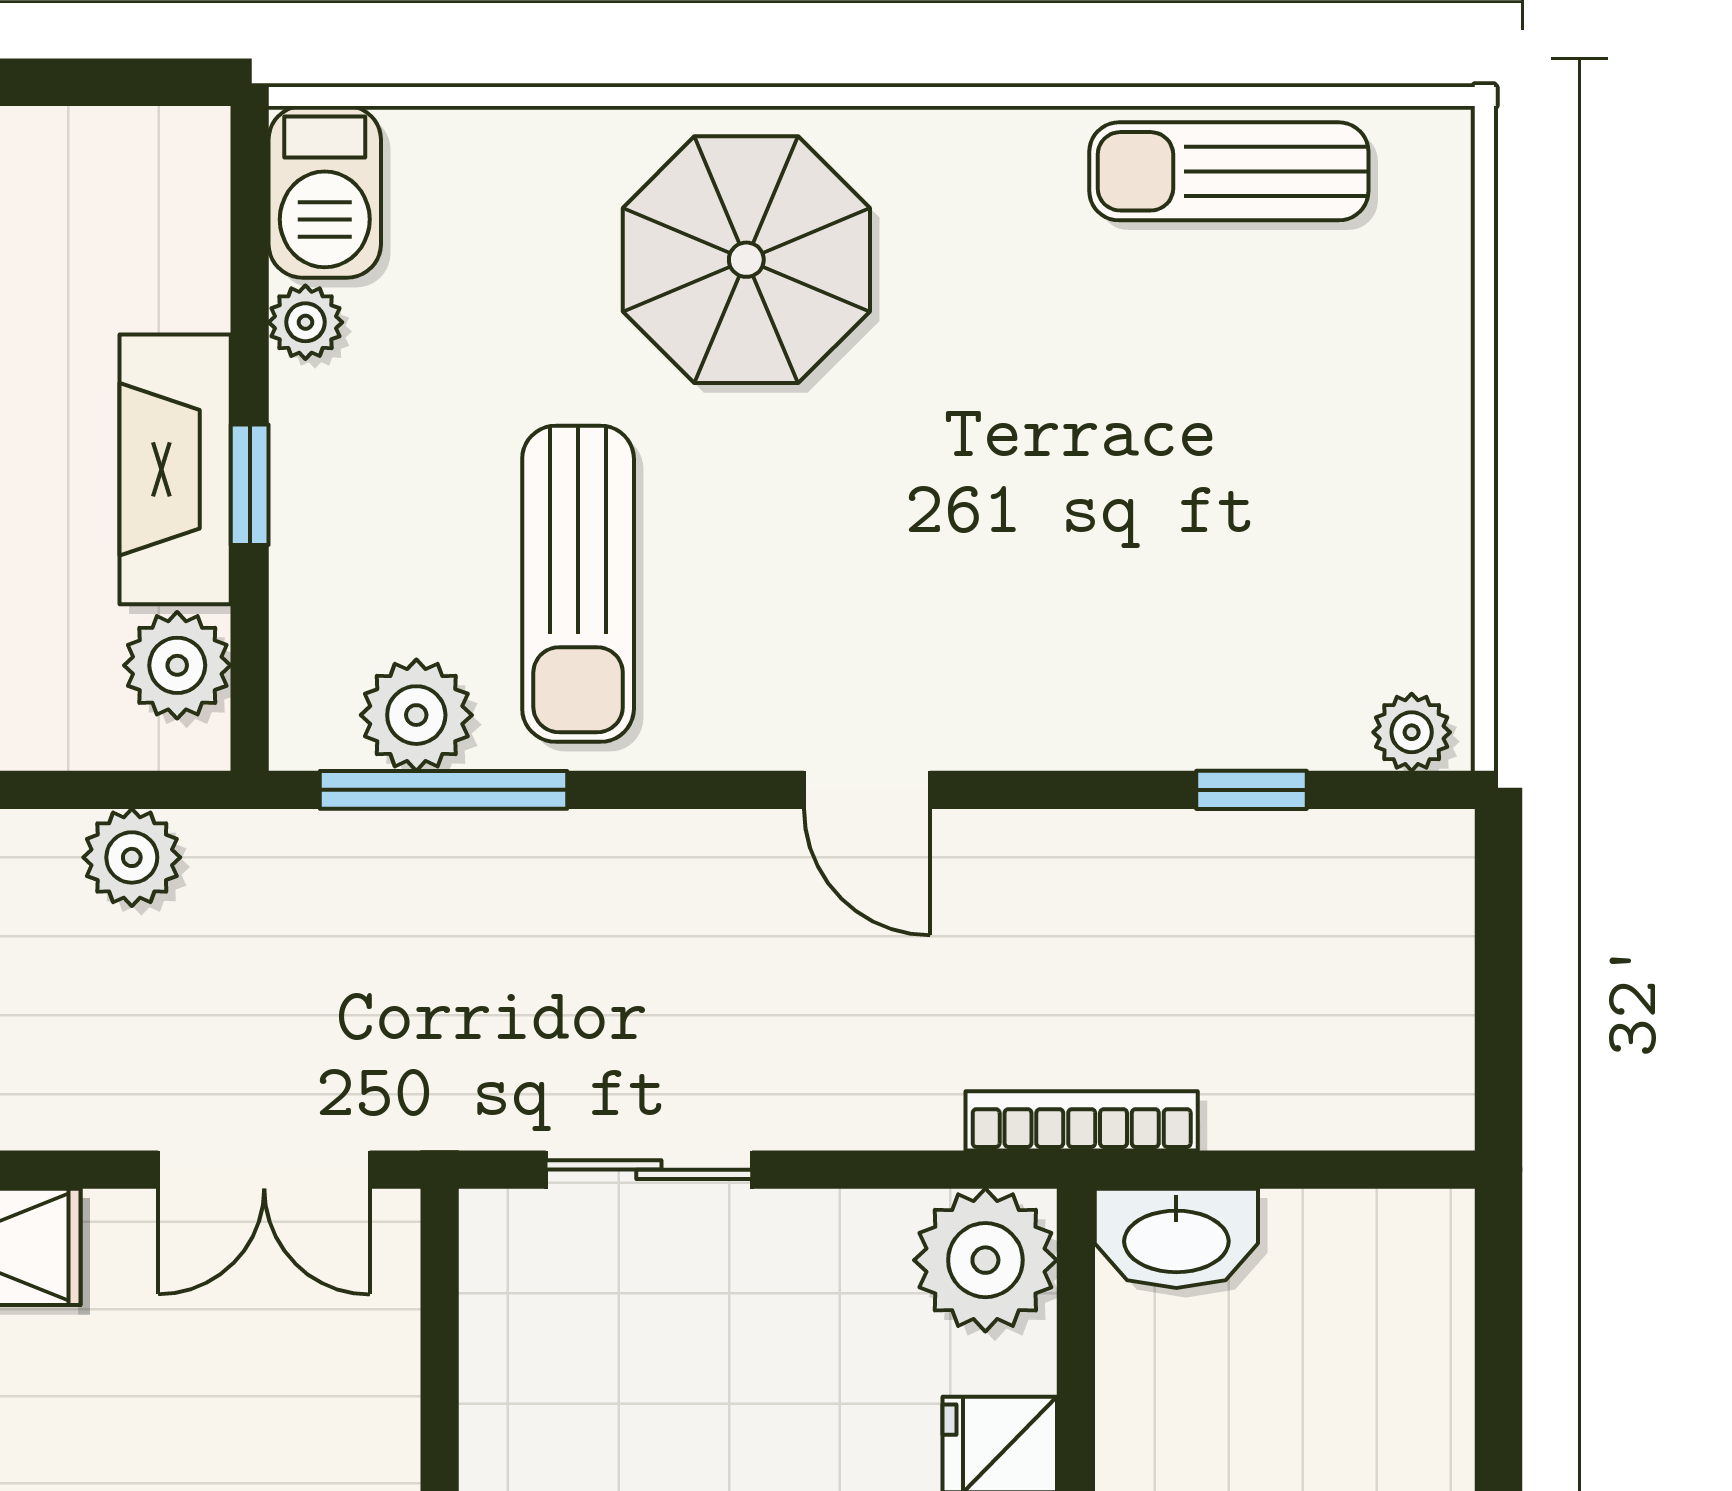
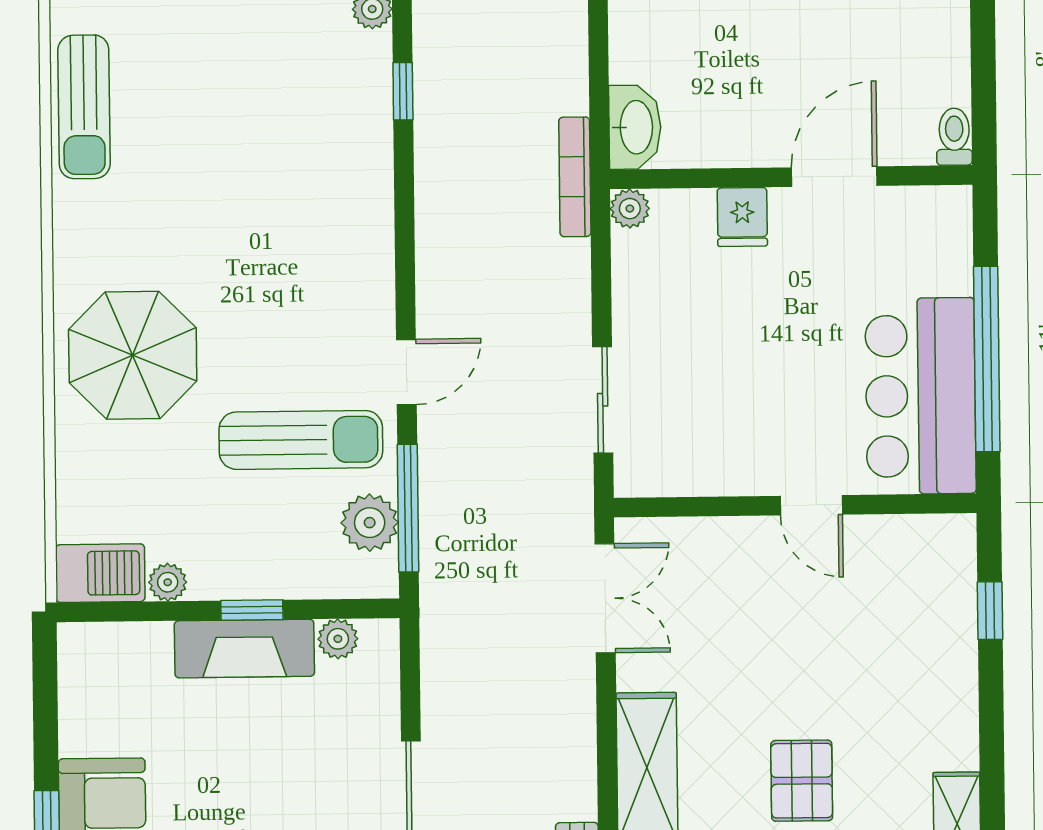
plant: (177, 665) -> (338, 639), width x0.73, depth x0.73
door: (867, 790) -> (406, 372), moved
plant: (132, 857) -> (445, 668), removed
plant: (985, 1260) -> (630, 209), width x0.53, depth x0.53

